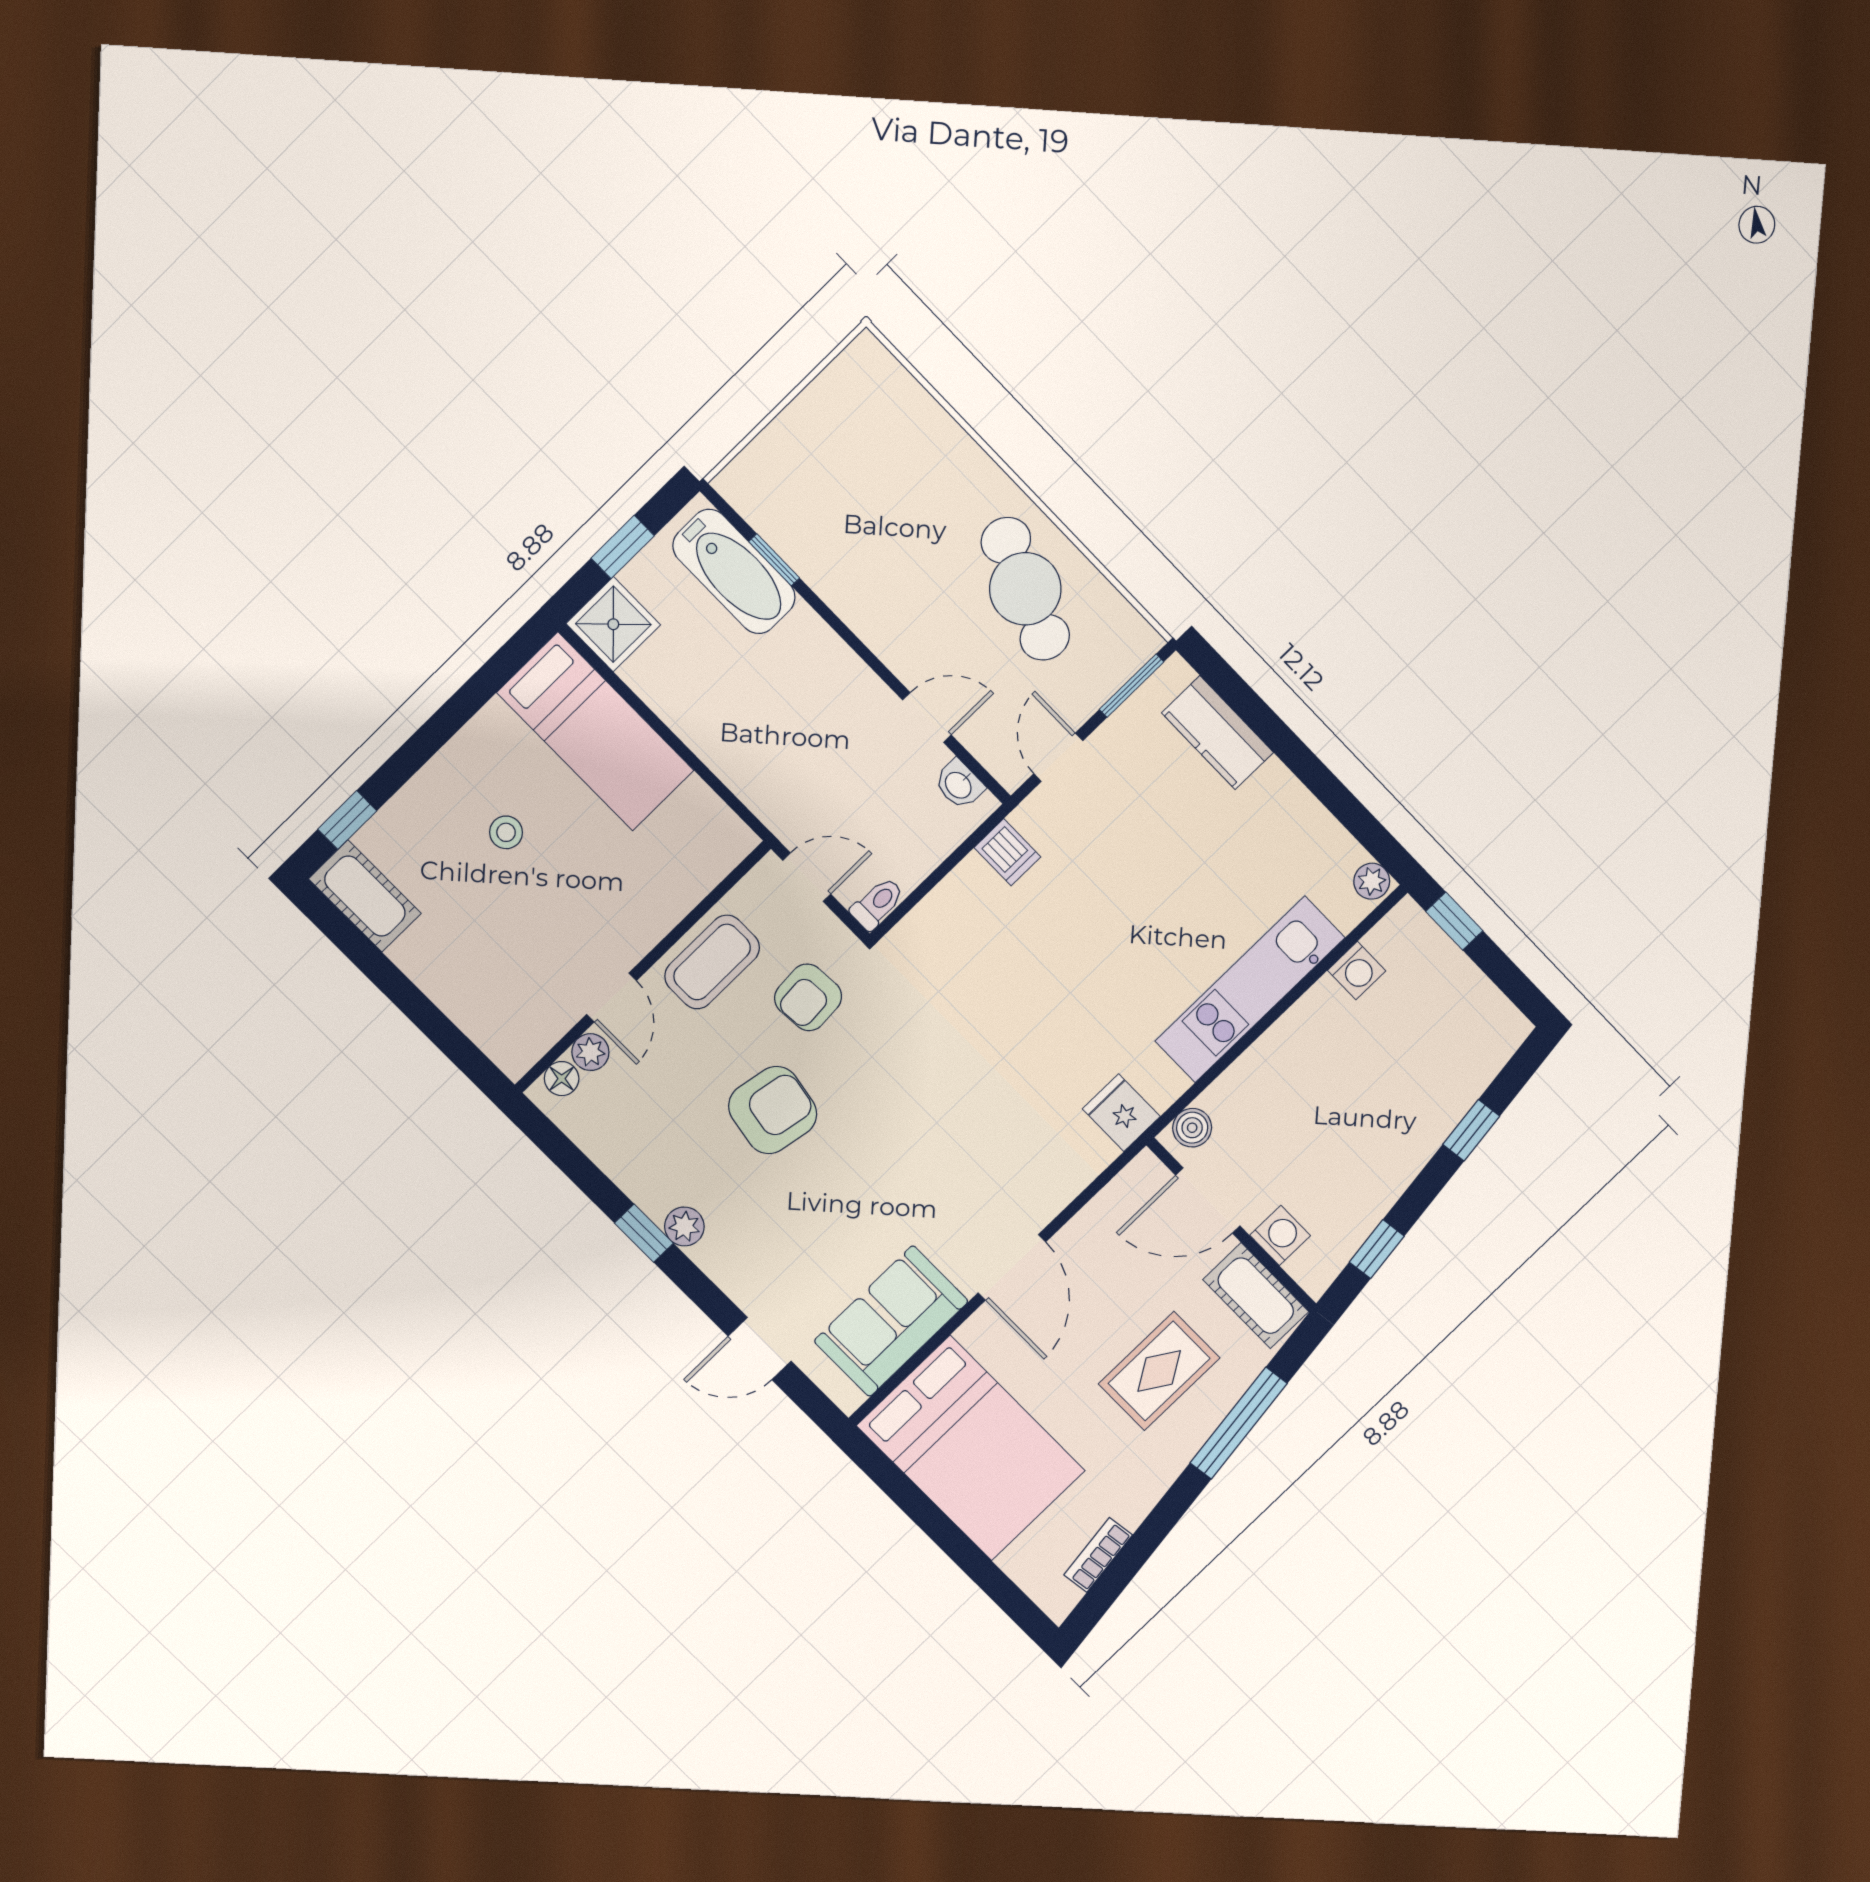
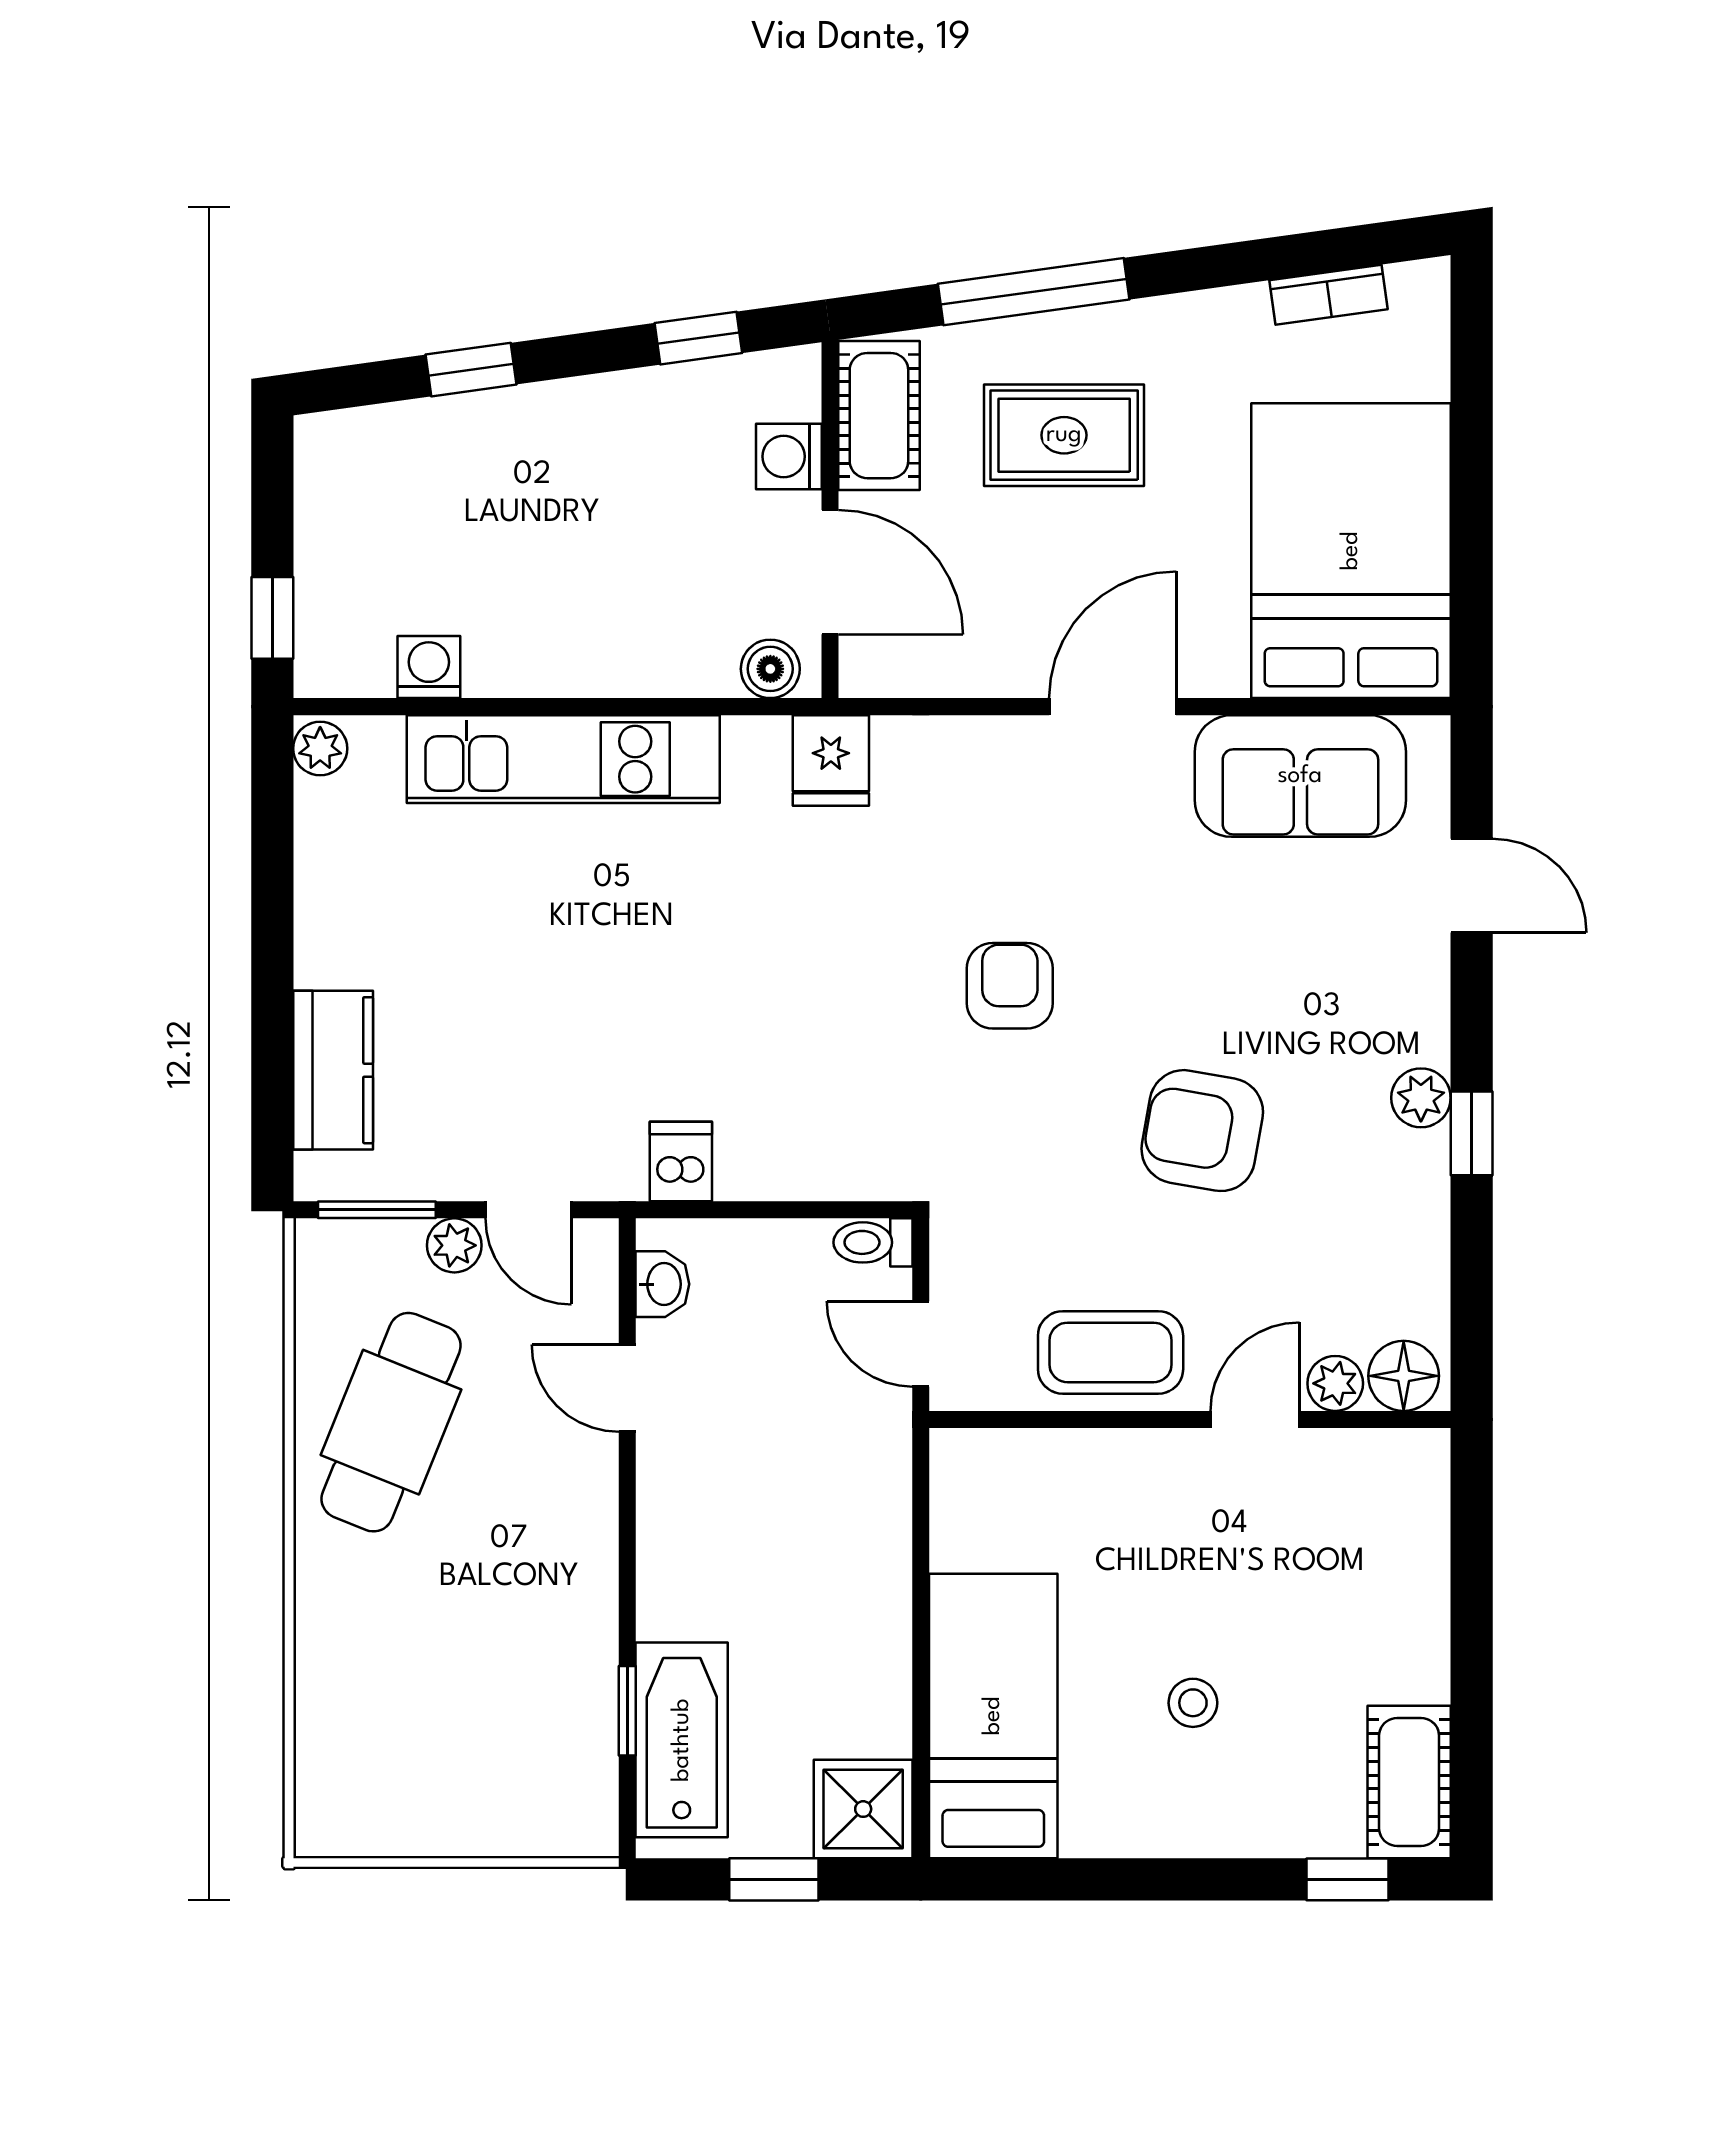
plant: (1077, 705) -> (454, 1245), added
door: (1058, 757) -> (528, 1210), hinge flipped
armchair: (808, 997) -> (1010, 986), moved, turned -86
floor lamp: (562, 1079) -> (1404, 1376), width x1.37, depth x1.37

